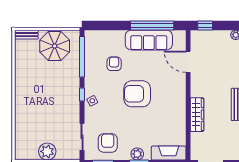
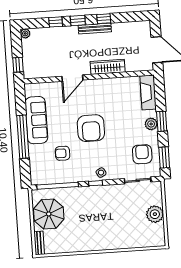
window: (152, 25) -> (23, 137), moved
door: (188, 62) -> (72, 78), moved
armchair: (108, 143) -> (142, 154), turned 90

